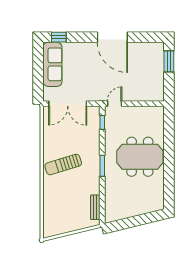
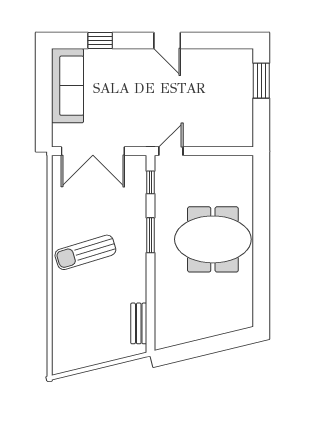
window: (59, 37) -> (100, 40), moved
door: (112, 37) -> (167, 40), width x0.53
window: (102, 166) -> (150, 235), moved

